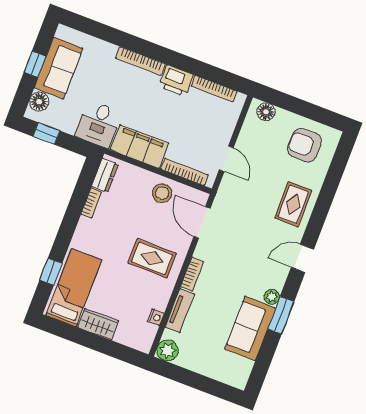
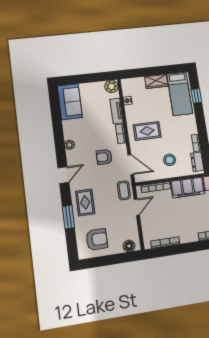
printer: (176, 81) -> (188, 235), removed
door: (226, 159) -> (137, 207), swing flipped
coffee table: (231, 192) -> (124, 190), added
stool: (162, 193) -> (170, 160), moved
armchair: (233, 254) -> (104, 157), added
window: (281, 315) -> (68, 217), moved
sofa: (250, 328) -> (70, 102), moved

